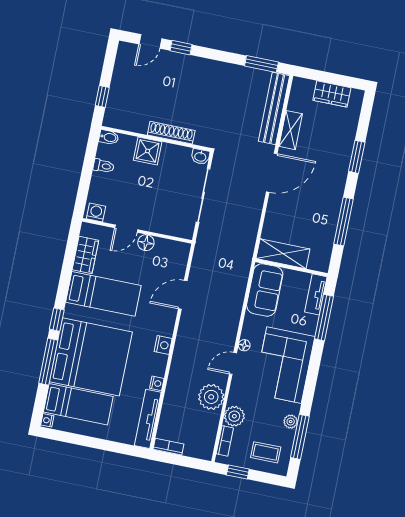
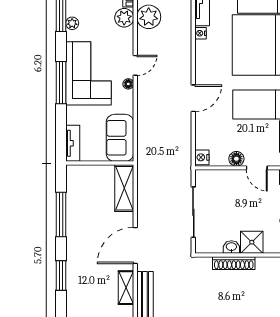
washbasin: (200, 157) -> (231, 247), moved
door: (126, 229) -> (257, 168), swing flipped
shelving: (283, 254) -> (124, 188), moved, turned 90
door: (183, 295) -> (193, 98), moved
window: (324, 318) -> (61, 83), moved
nightstand: (163, 345) -> (202, 157), moved
plant: (211, 397) -> (149, 17), moved

